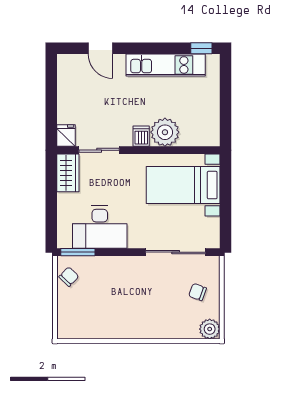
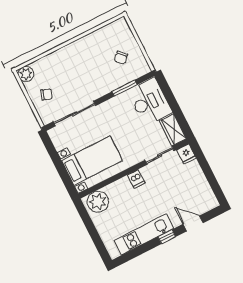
window: (201, 48) -> (167, 237), moved
plant: (165, 132) -> (98, 202), moved
desk: (100, 227) -> (150, 102), moved, turned 90
window: (78, 252) -> (125, 88), moved
chair: (69, 277) -> (121, 58), moved

